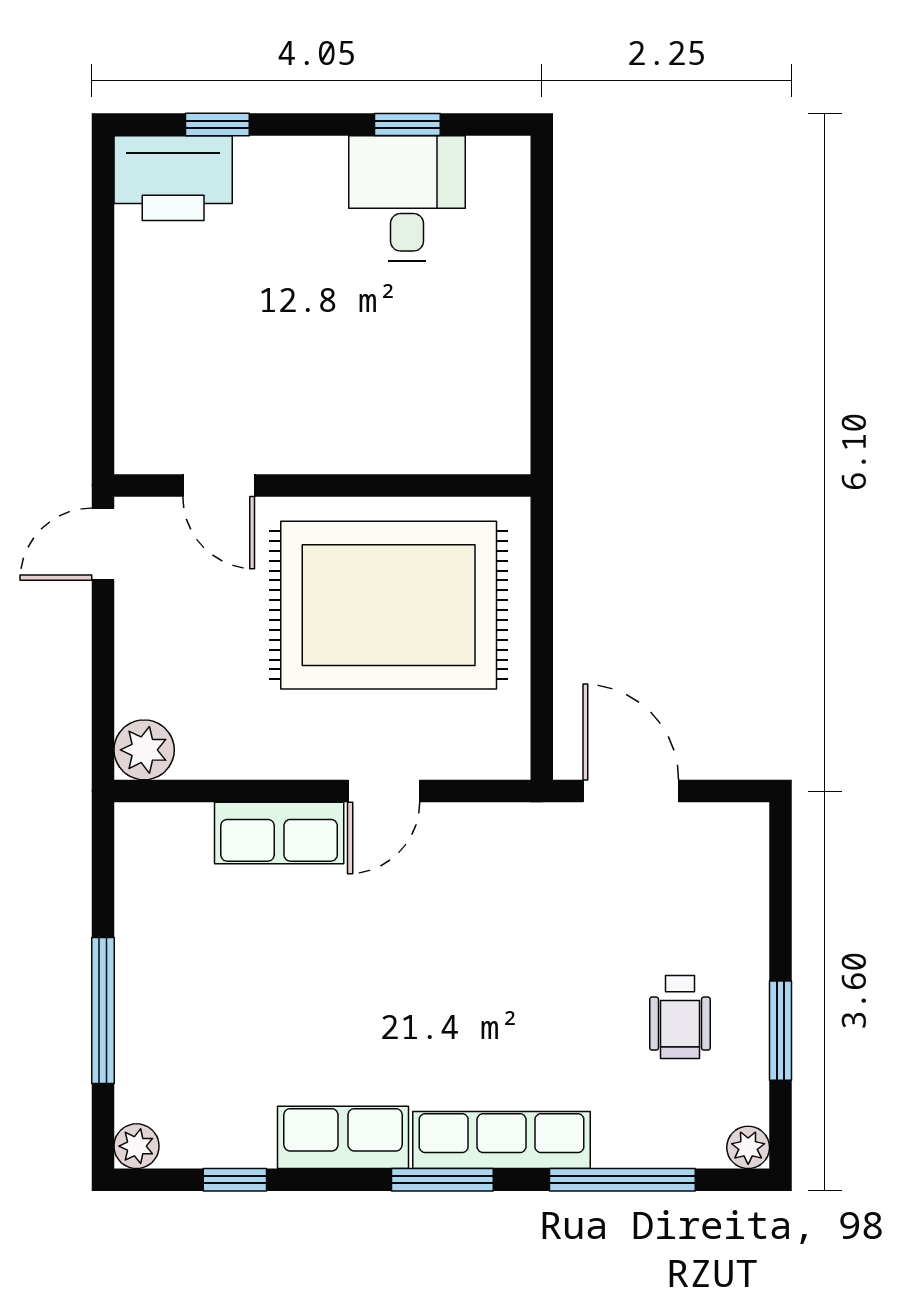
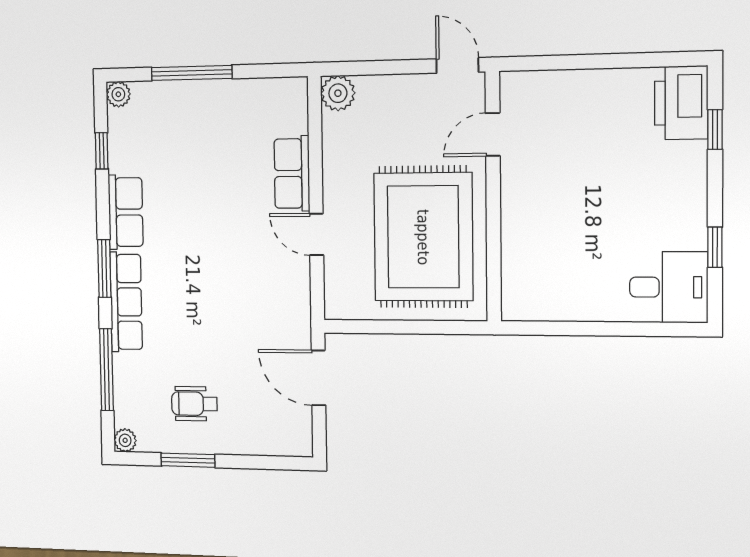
desk: (407, 198) -> (669, 287), moved
door: (631, 791) -> (318, 378), swing flipped

